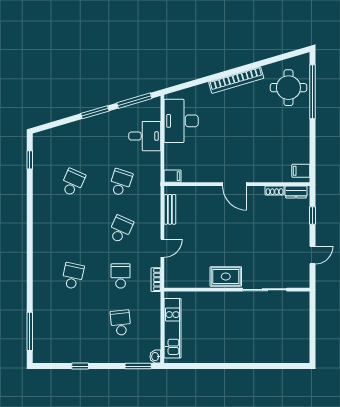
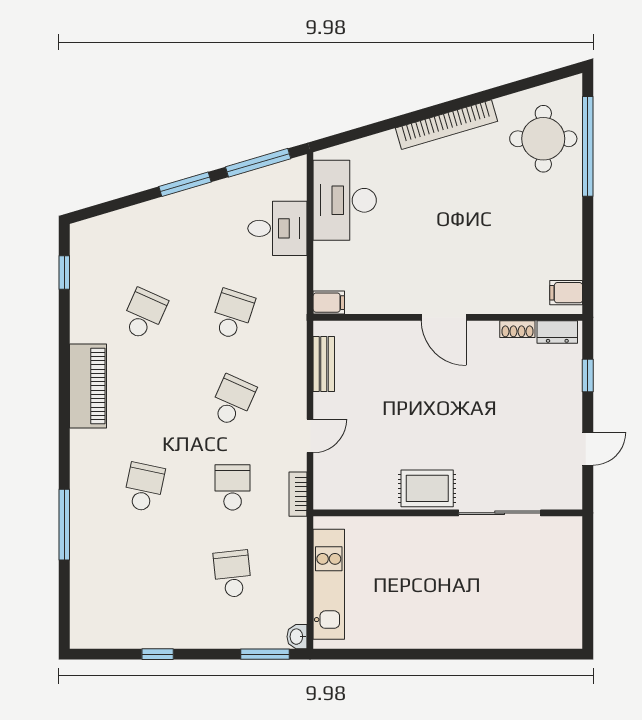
piano: (43, 221) -> (88, 386), added
window: (30, 331) -> (64, 525), moved

